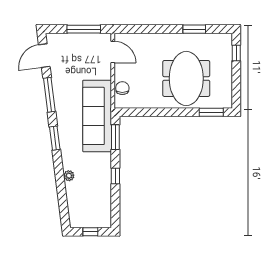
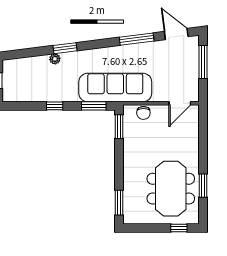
window: (84, 29) -> (203, 62), moved
meeting table: (186, 78) -> (171, 189), moved, turned 90
chair: (122, 88) -> (143, 113), turned 90
window: (136, 112) -> (119, 127), added
window: (55, 138) -> (65, 48), moved

